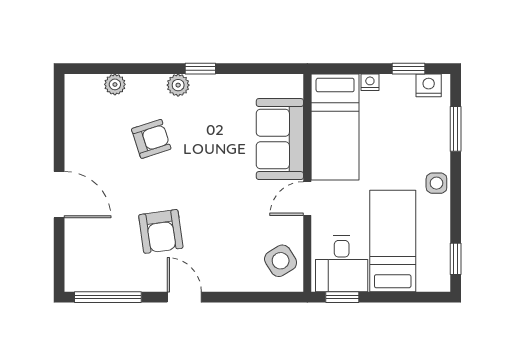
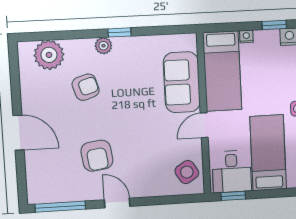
plant: (115, 84) -> (49, 55), width x1.87, depth x1.87

